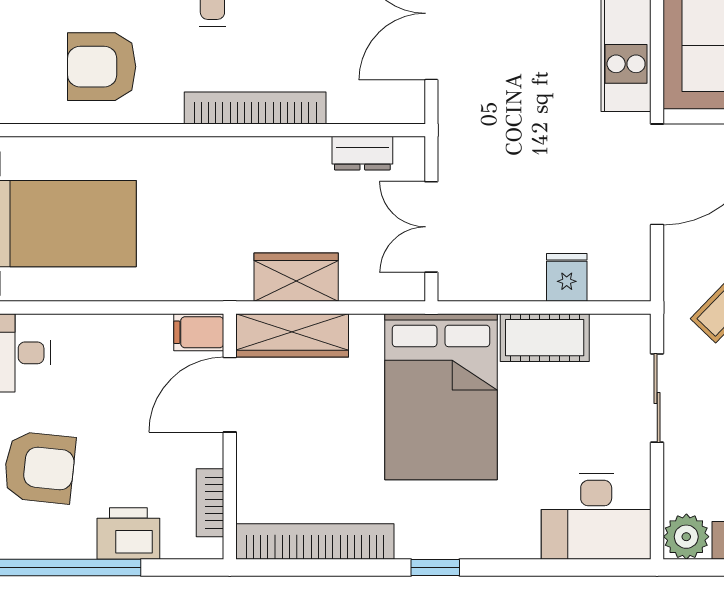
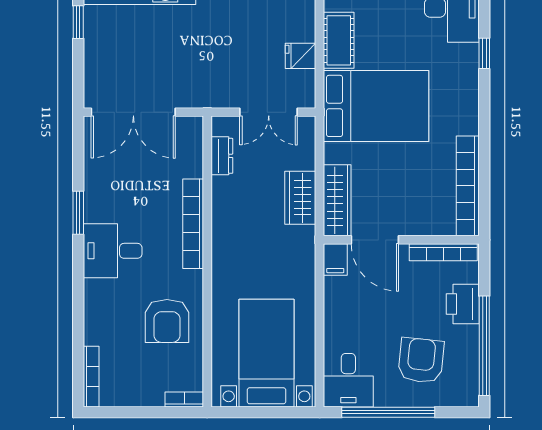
fridge: (567, 277) -> (301, 56), moved
bookcase: (210, 503) -> (443, 252), width x1.56
window: (435, 567) -> (484, 53), moved

